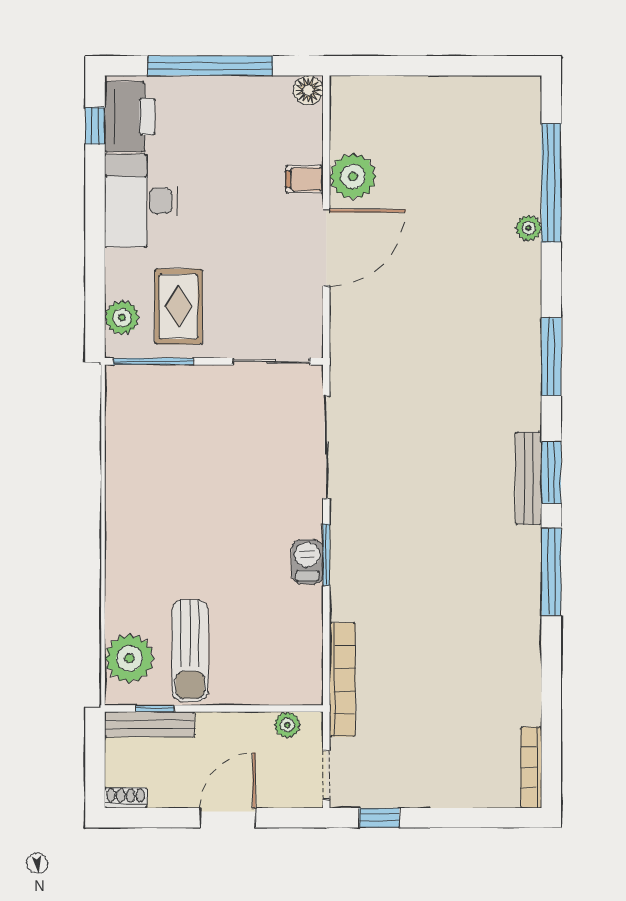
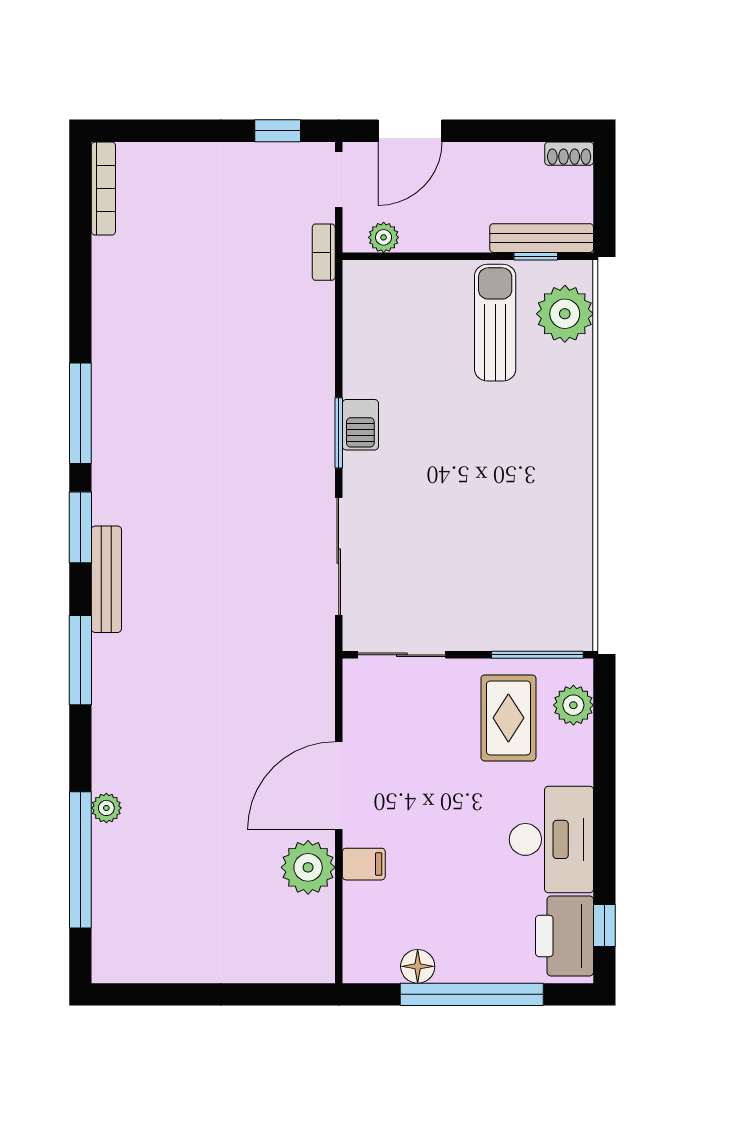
floor lamp: (308, 90) -> (418, 966), moved
bench: (529, 478) -> (106, 579), moved
bookcase: (342, 680) -> (324, 252), width x0.43, depth x0.76
door: (228, 818) -> (410, 131), moved

